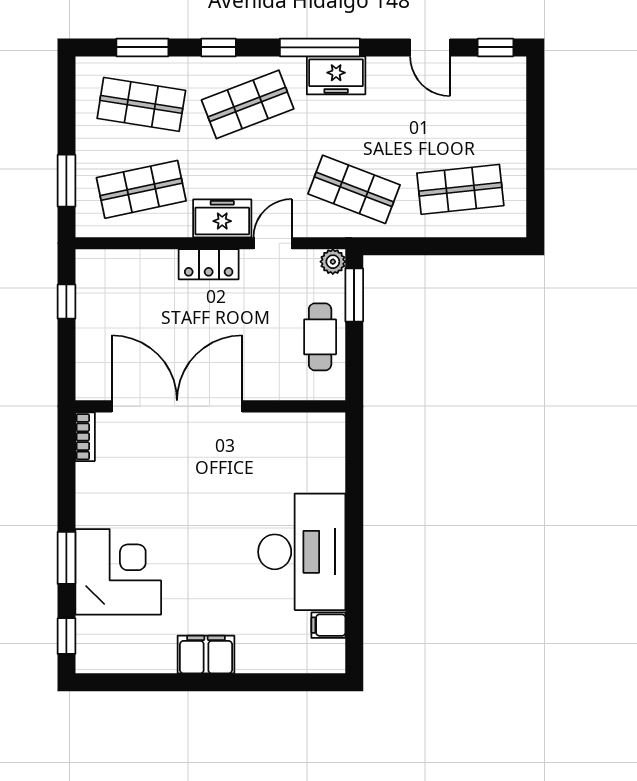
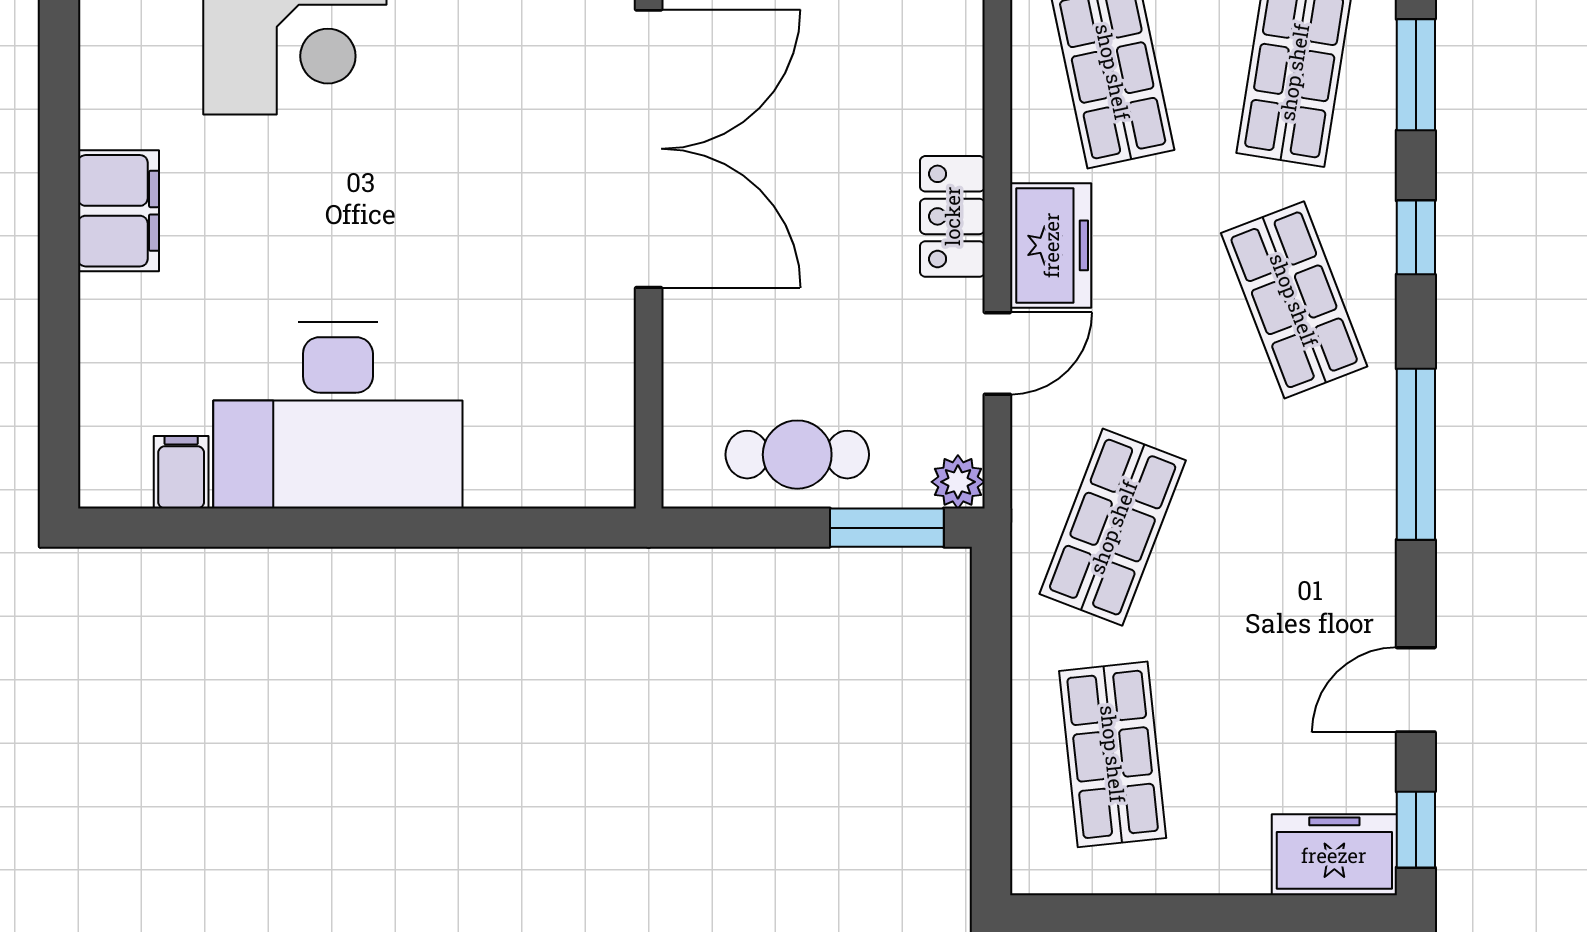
freezer: (336, 75) -> (1334, 855), moved, turned 90
door: (273, 243) -> (997, 353), hinge flipped

